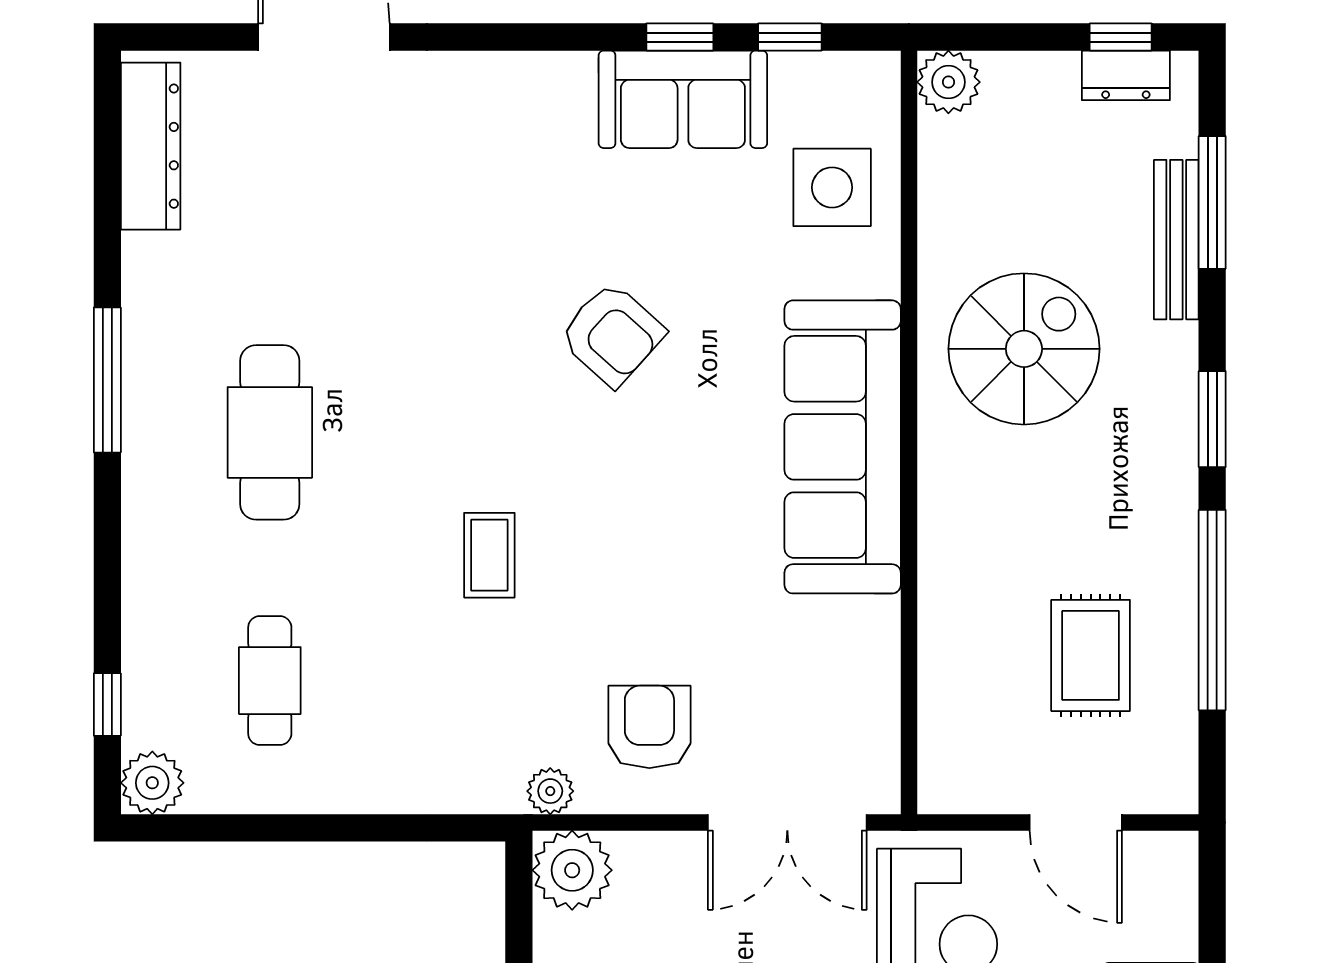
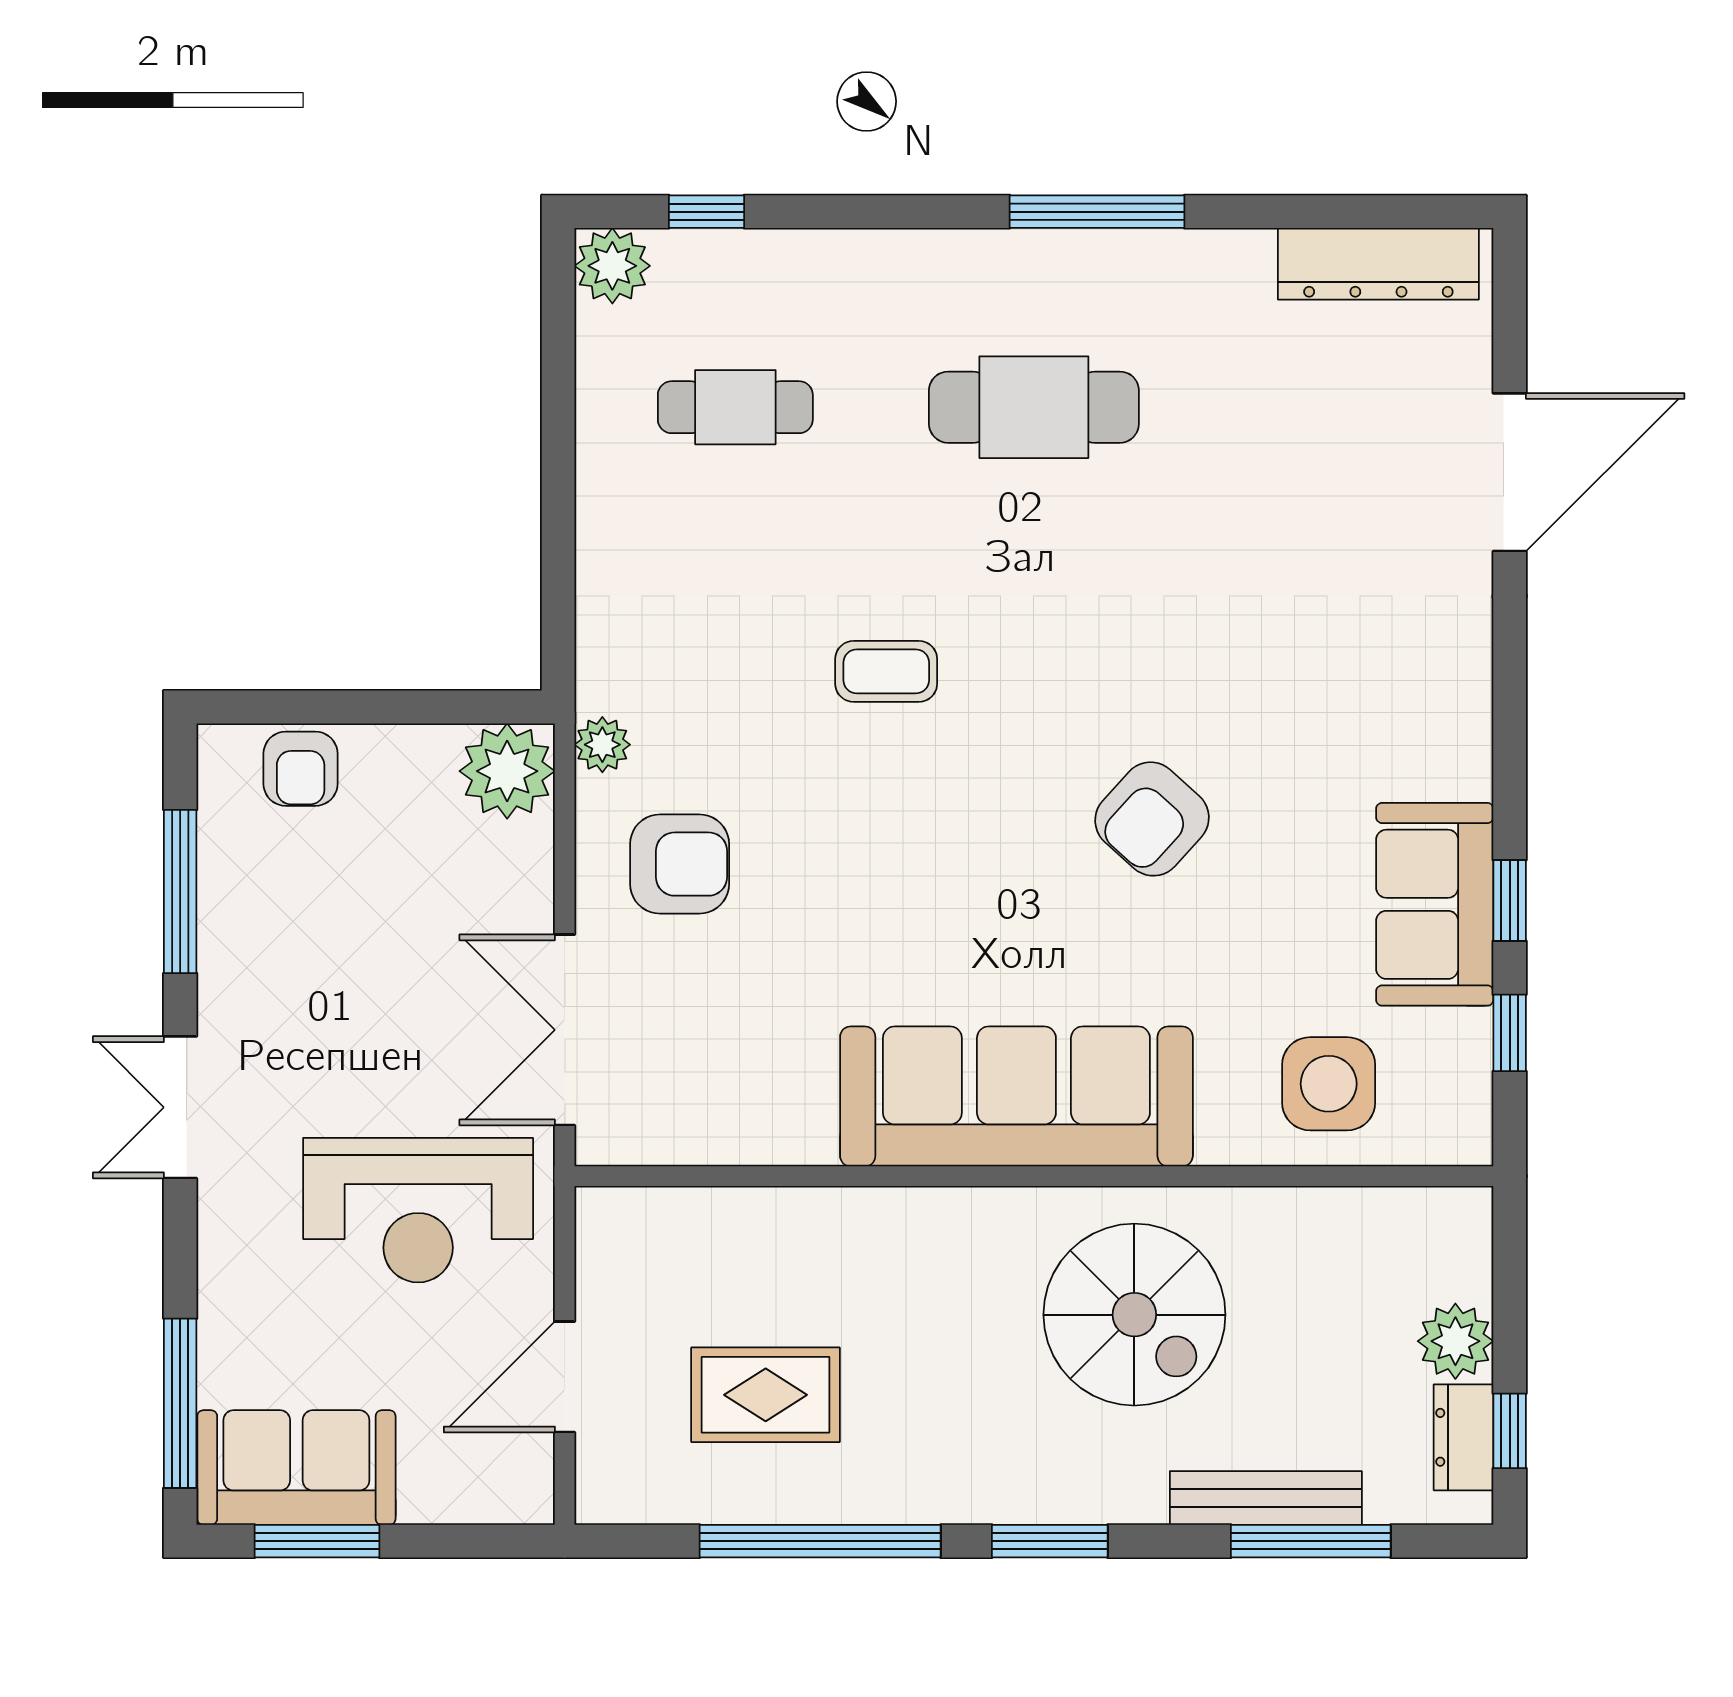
plant: (948, 82) -> (1455, 1341), moved

